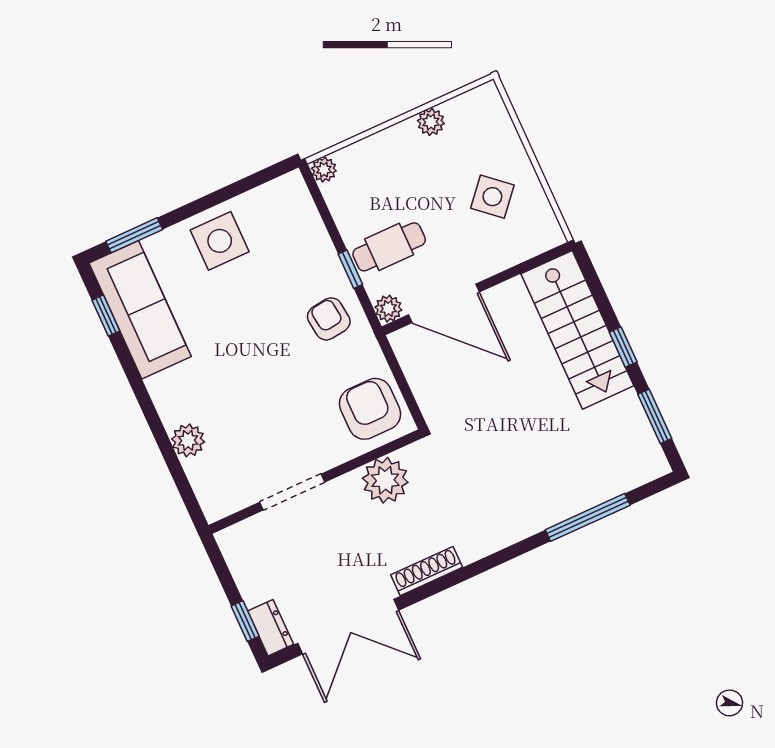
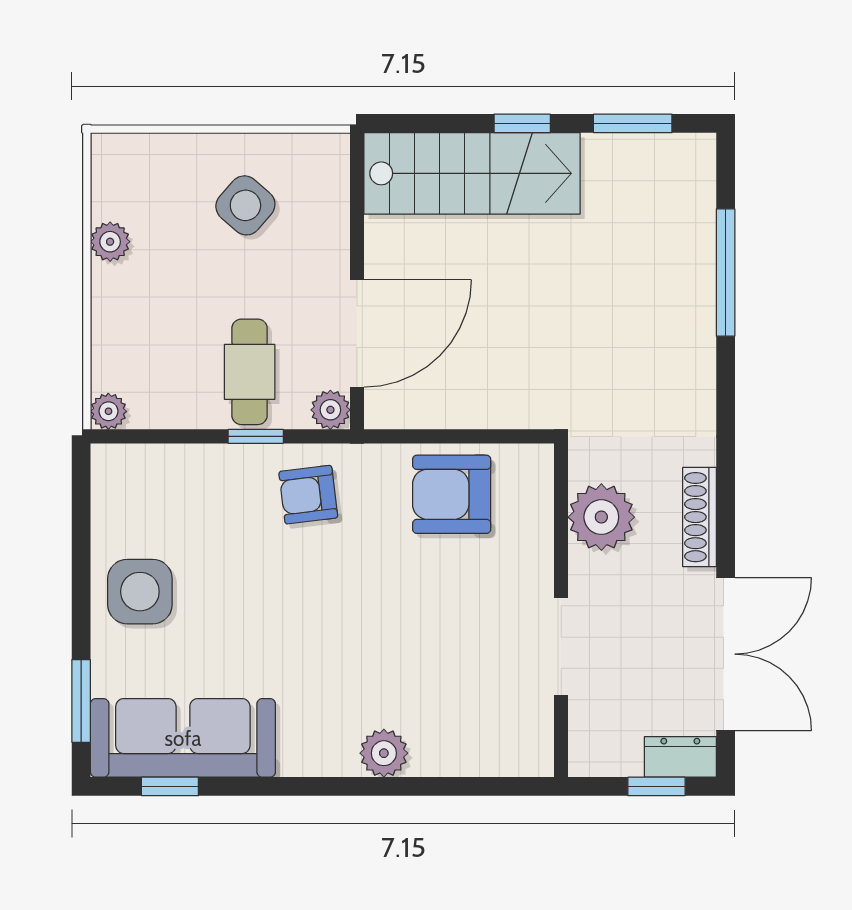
plant: (385, 480) -> (601, 517), moved
wall: (315, 482) -> (561, 610), moved
doorway: (292, 492) -> (561, 647), moved

